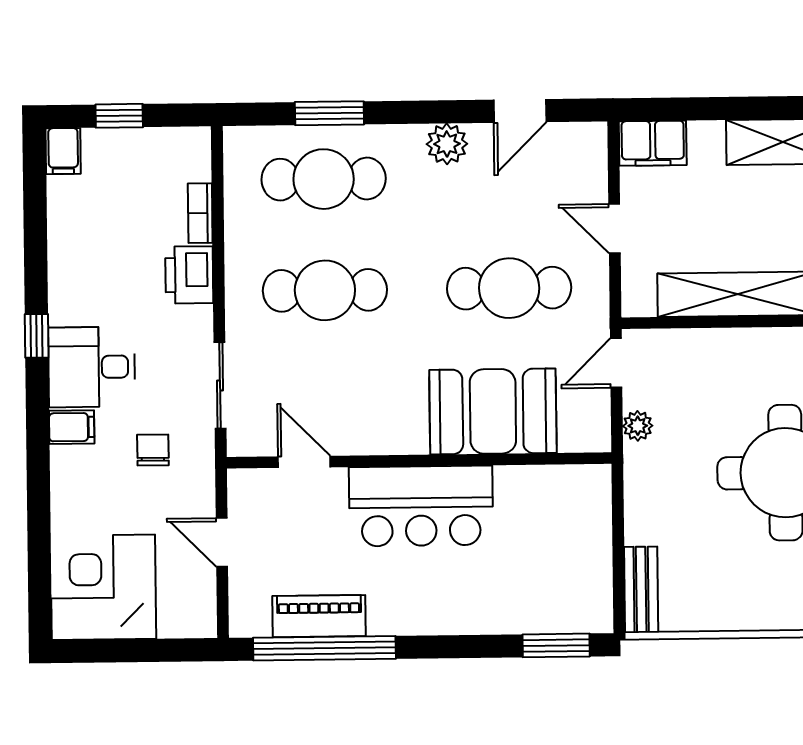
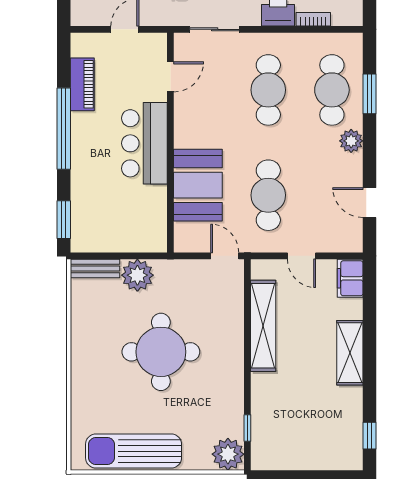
plant: (447, 144) -> (351, 141), moved
door: (614, 229) -> (302, 256), swing flipped
plant: (638, 426) -> (137, 275), moved, width x1.87, depth x1.87
window: (324, 648) -> (64, 129), moved

